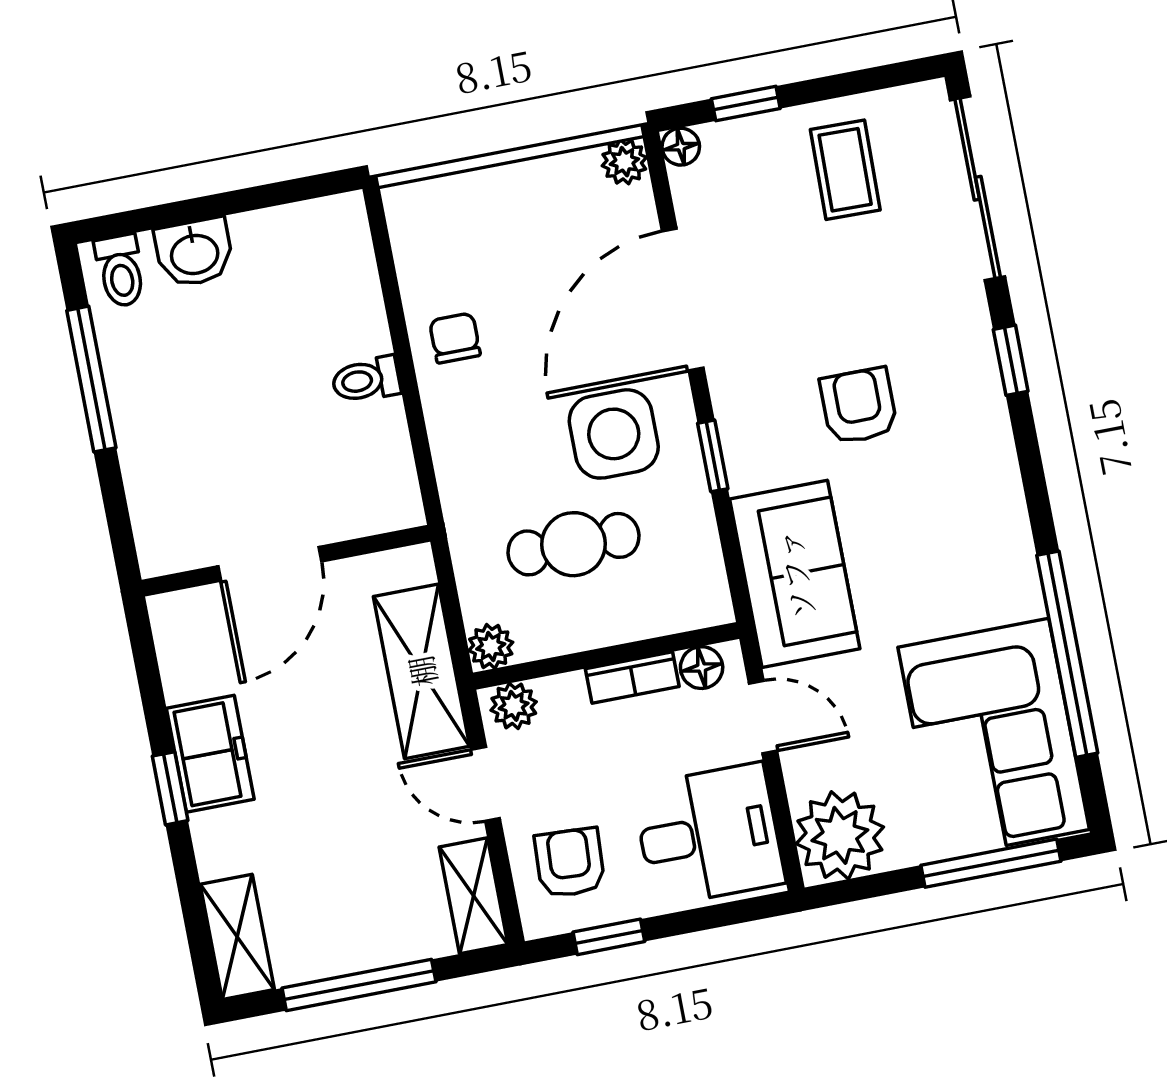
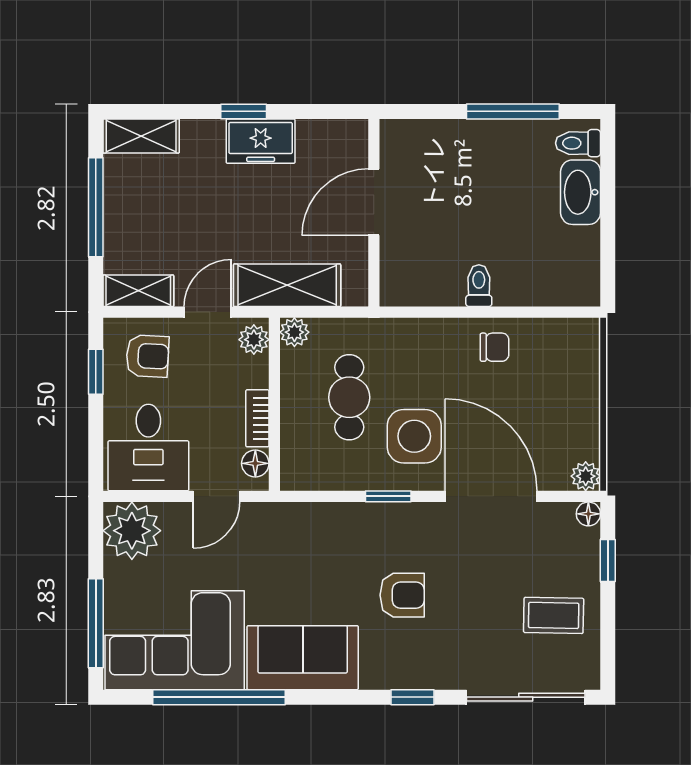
washbasin: (194, 253) -> (581, 192), width x1.38
door: (270, 564) -> (374, 202), hinge flipped
sofa: (795, 574) -> (303, 658), moved, turned 180

